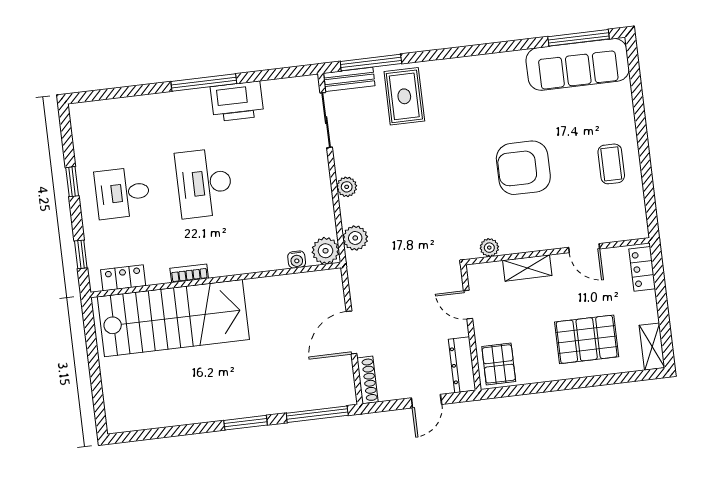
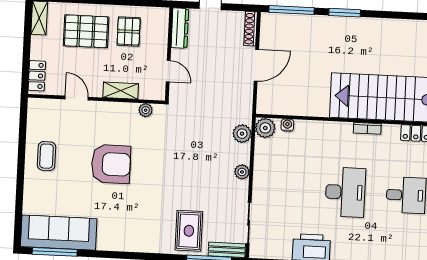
pallet: (499, 364) -> (129, 31), moved

